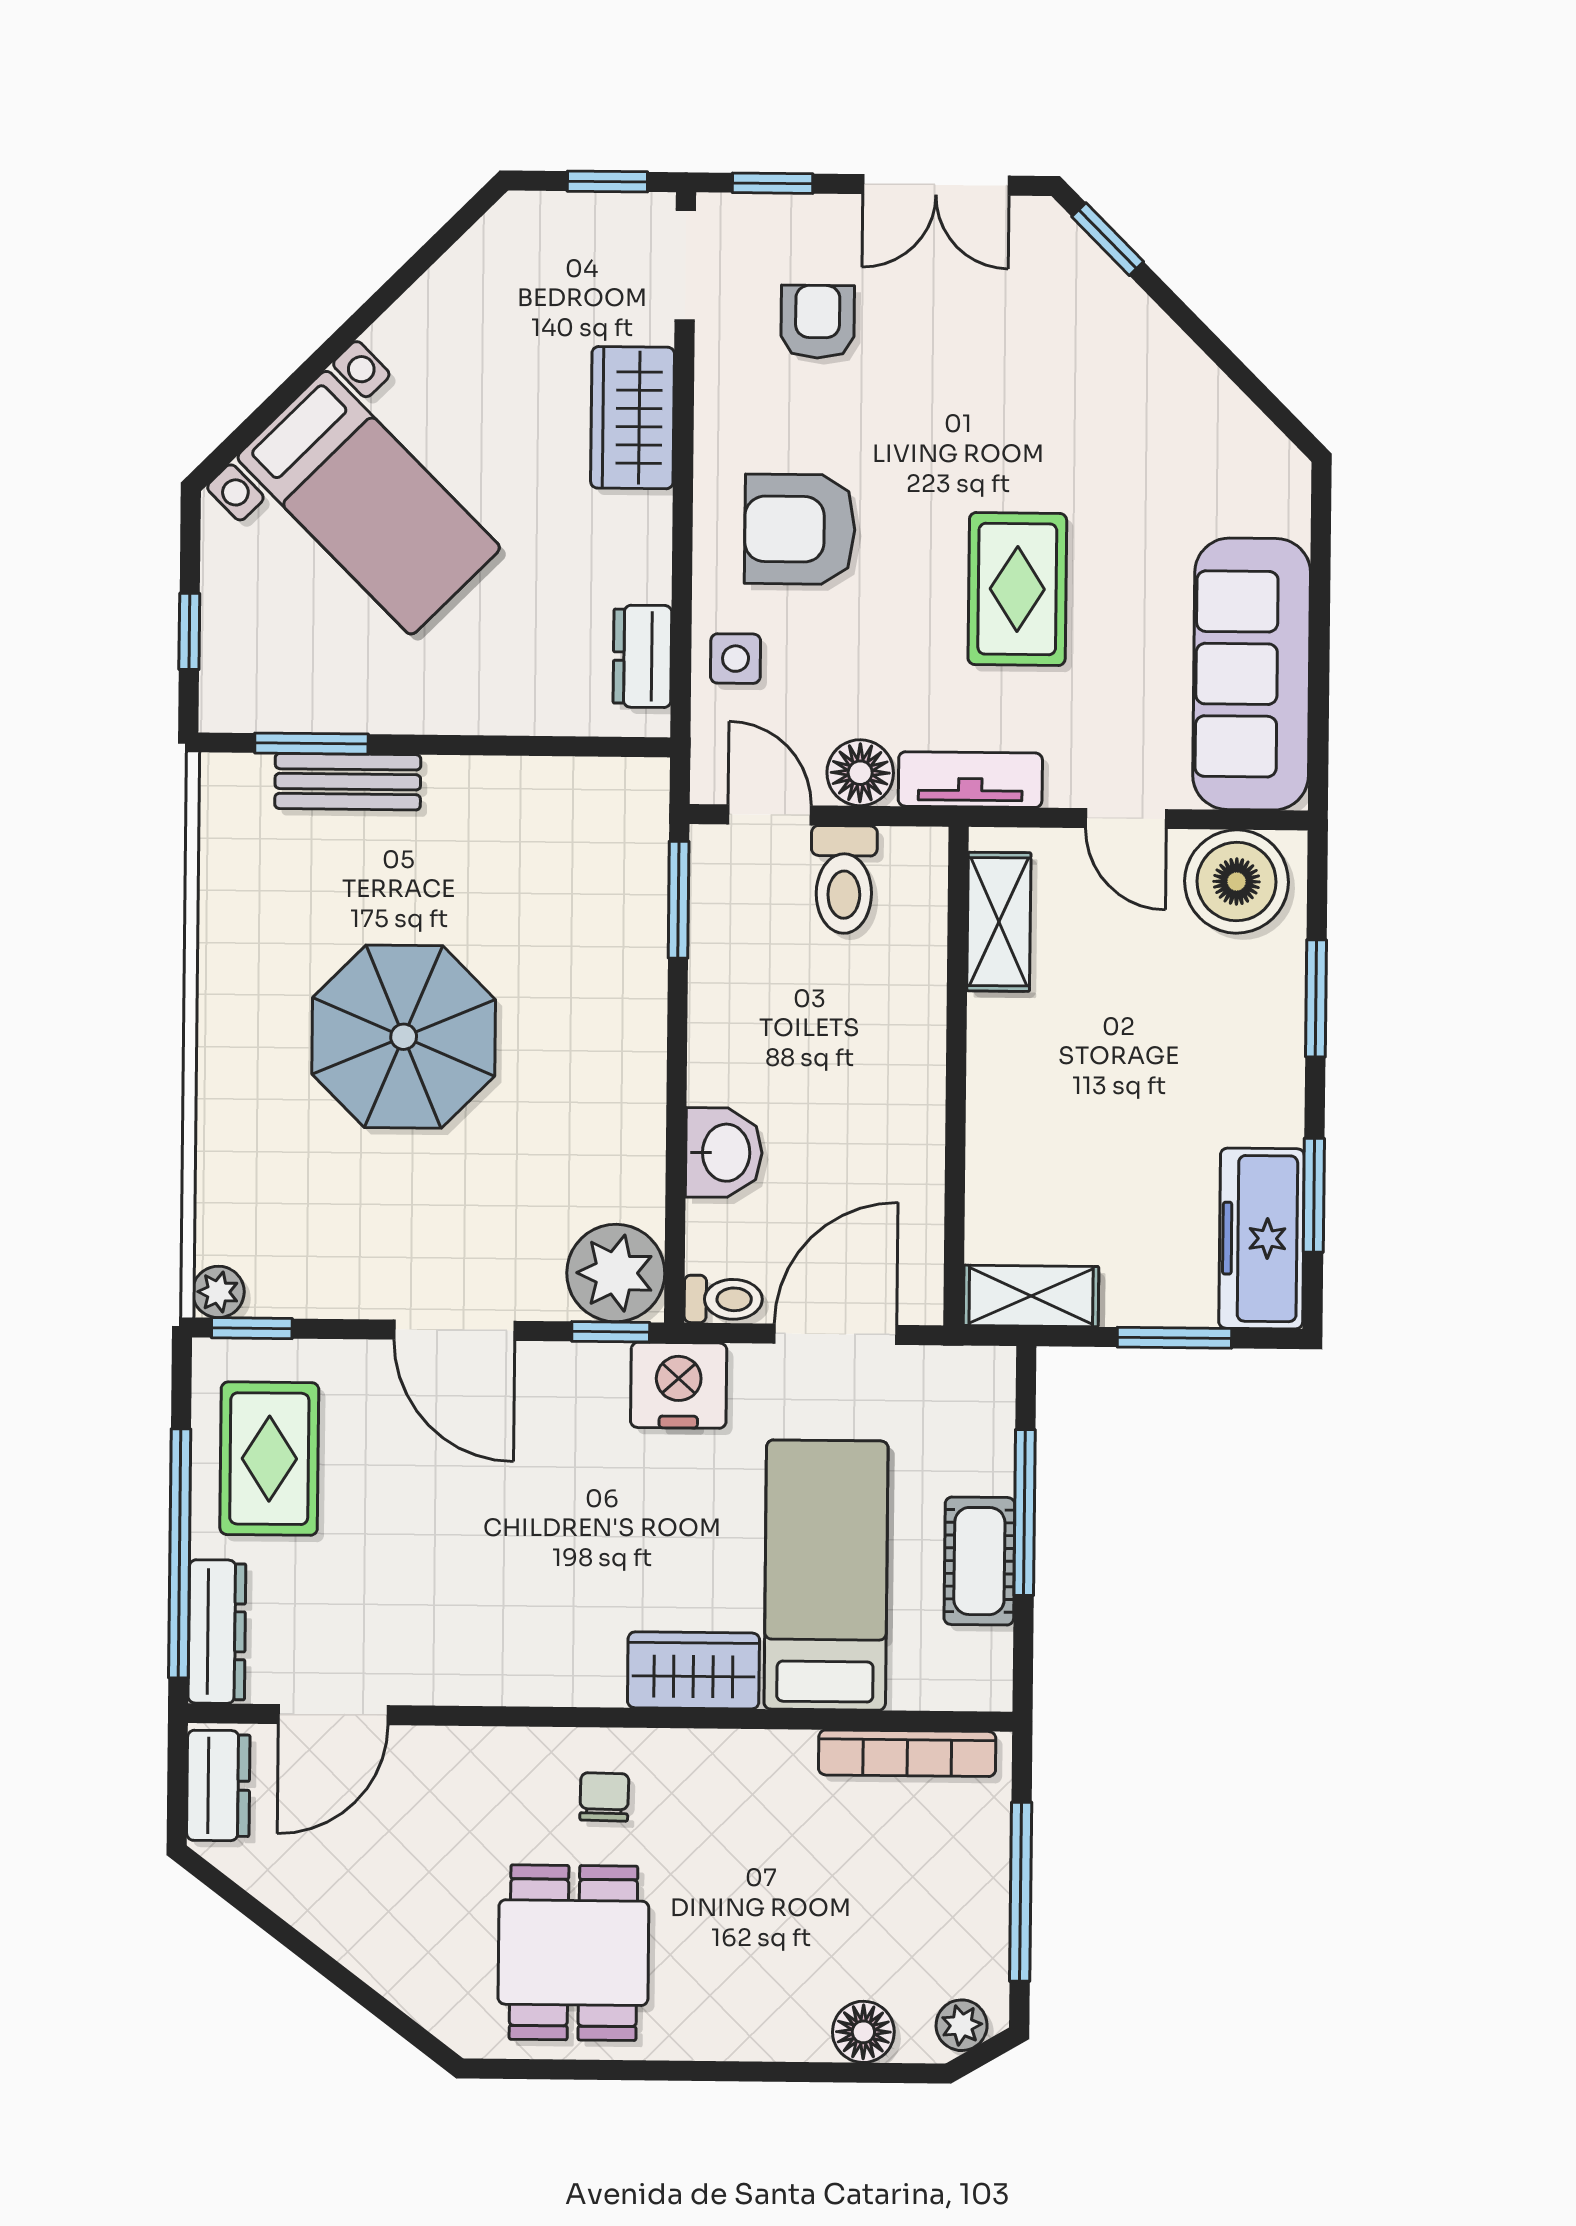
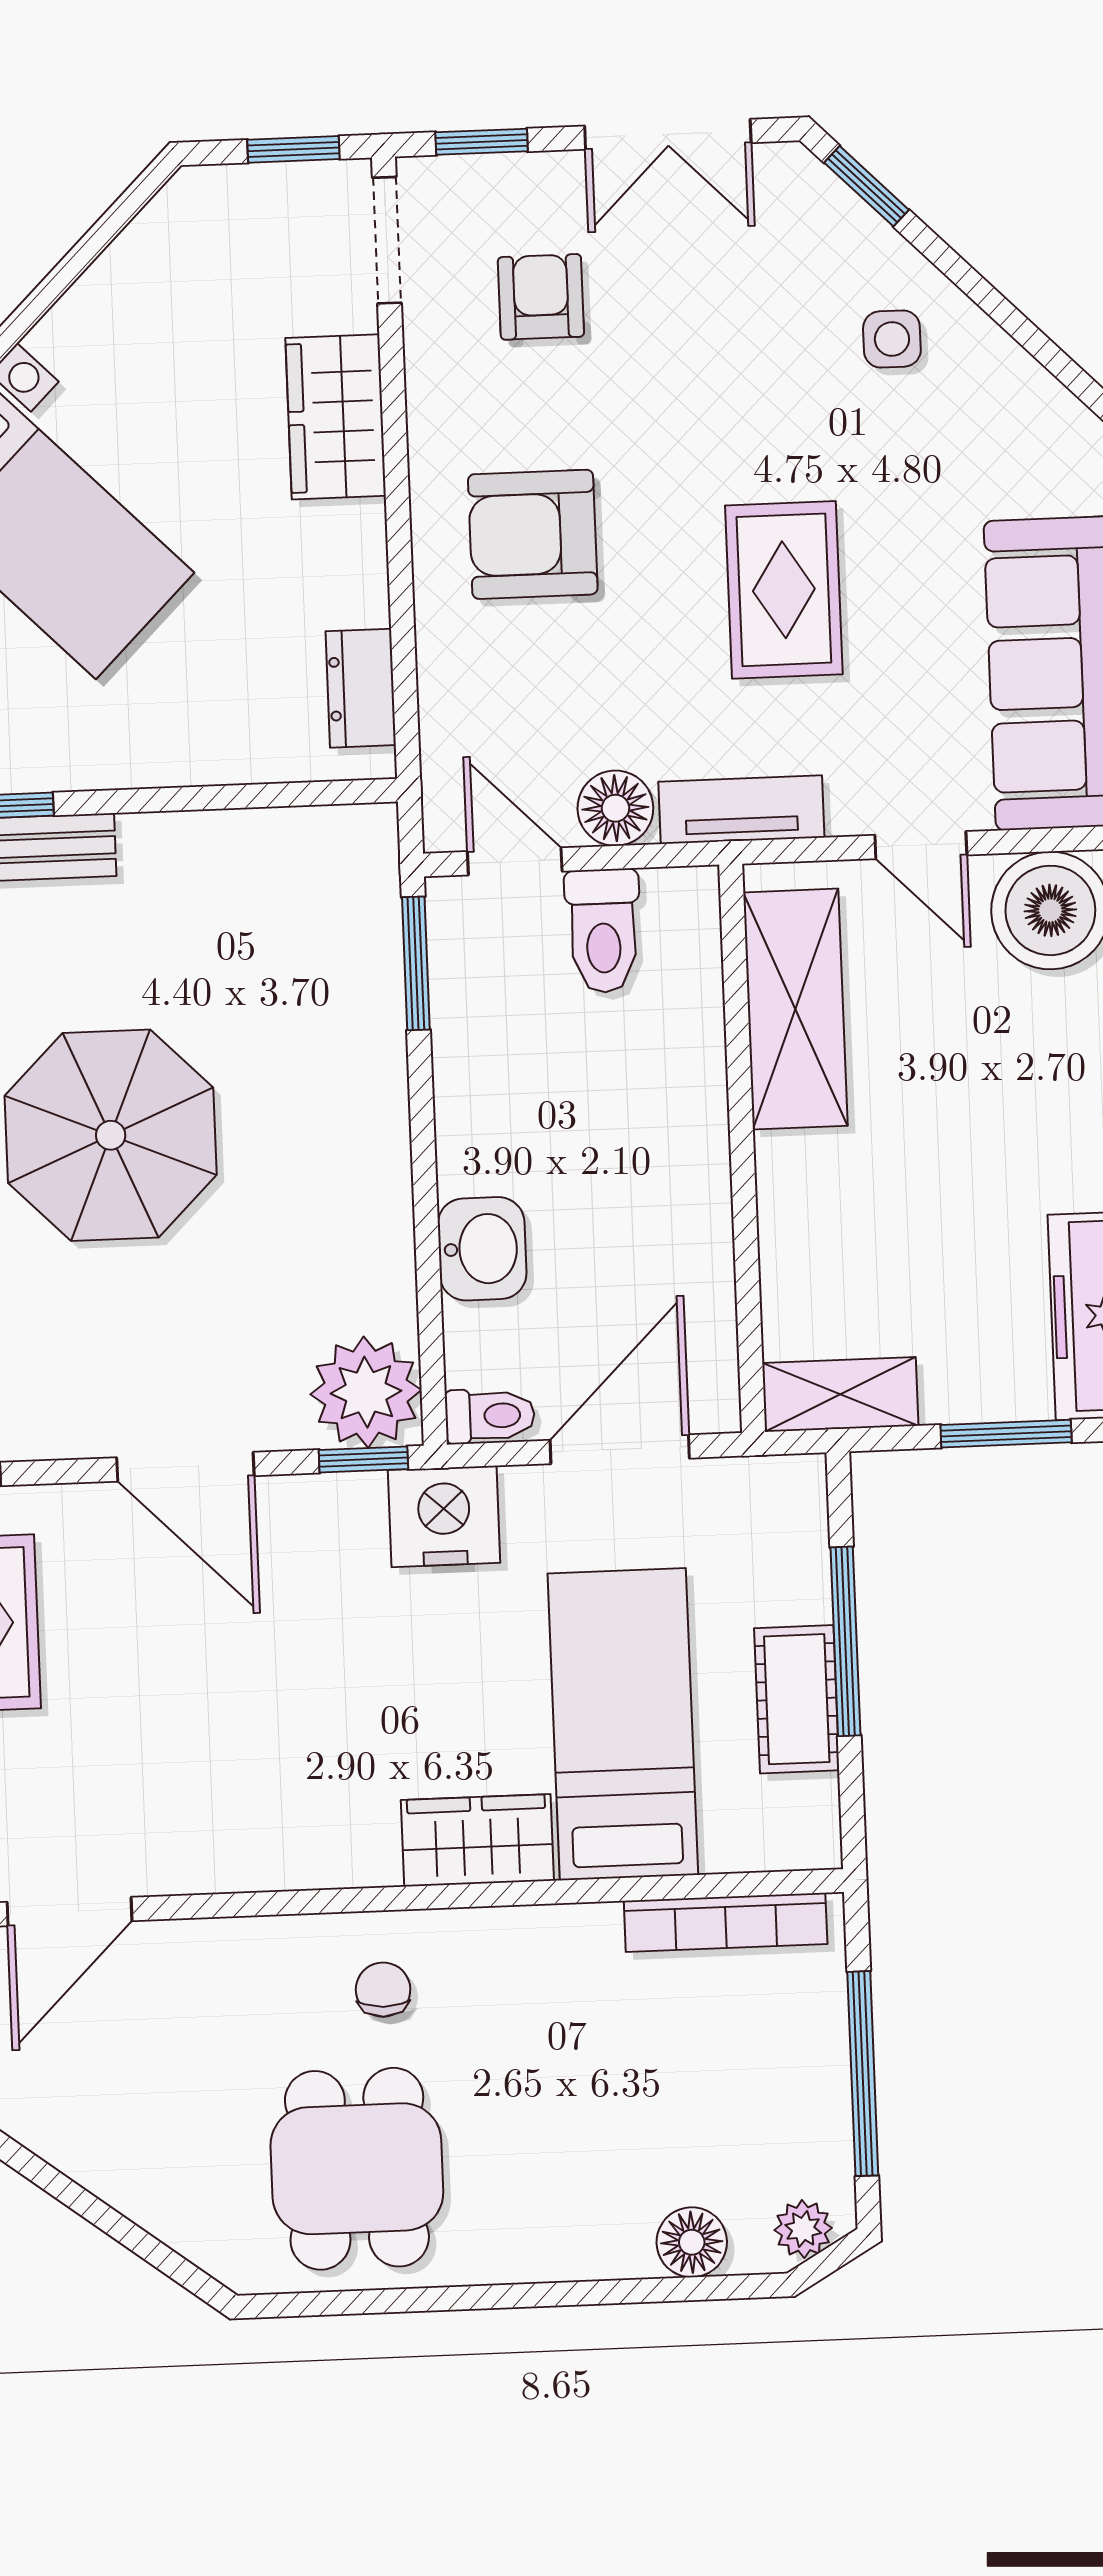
side table: (736, 659) -> (892, 339), moved
shelving: (999, 922) -> (795, 1009), width x1.50, depth x1.33

